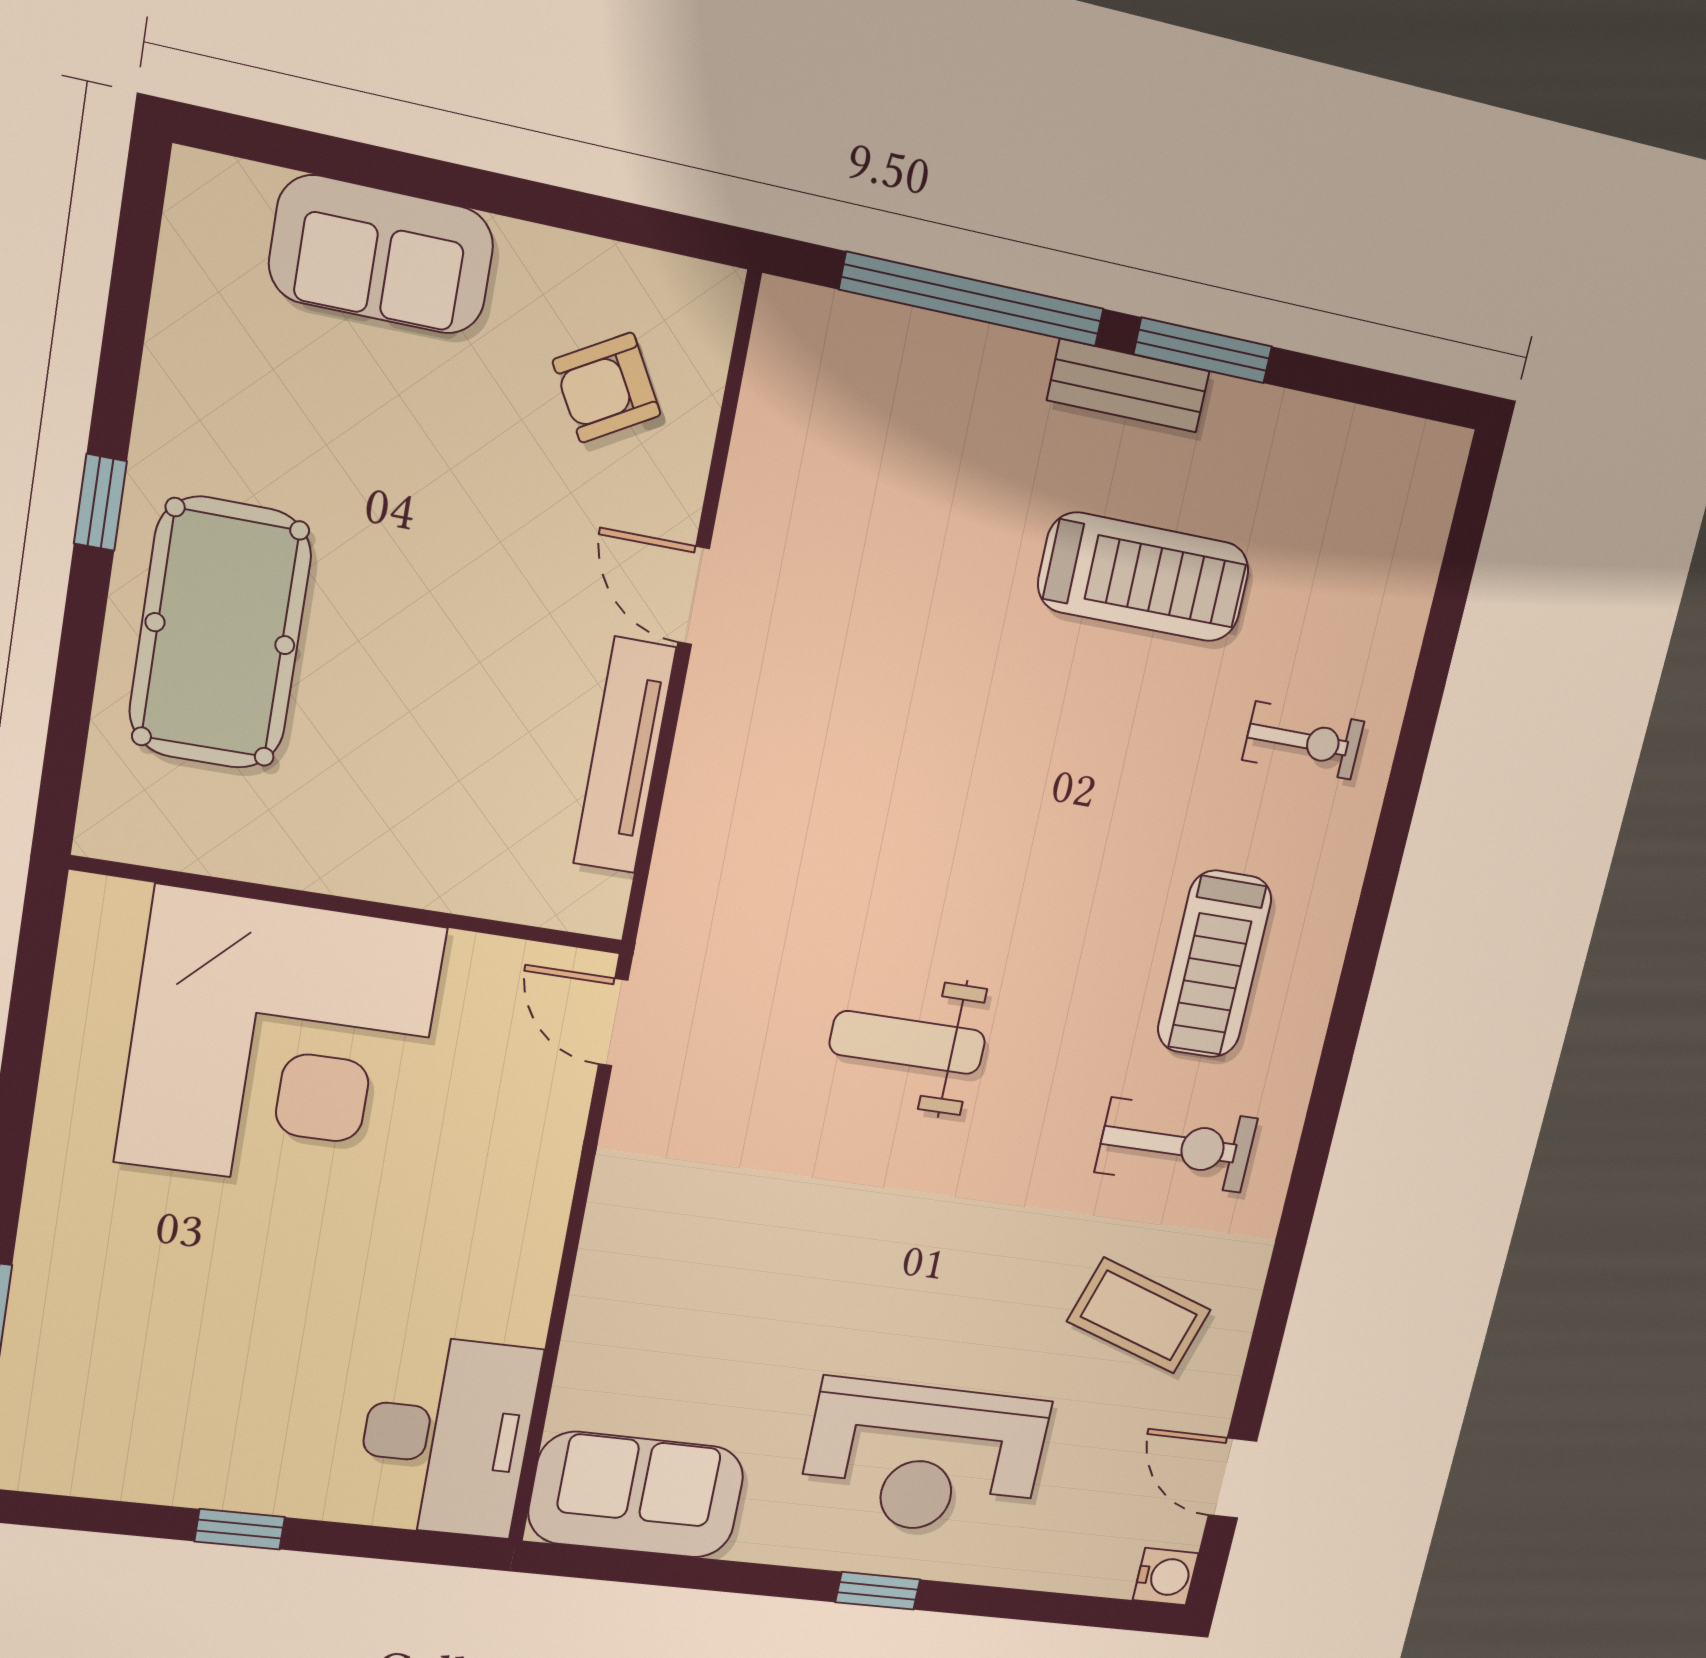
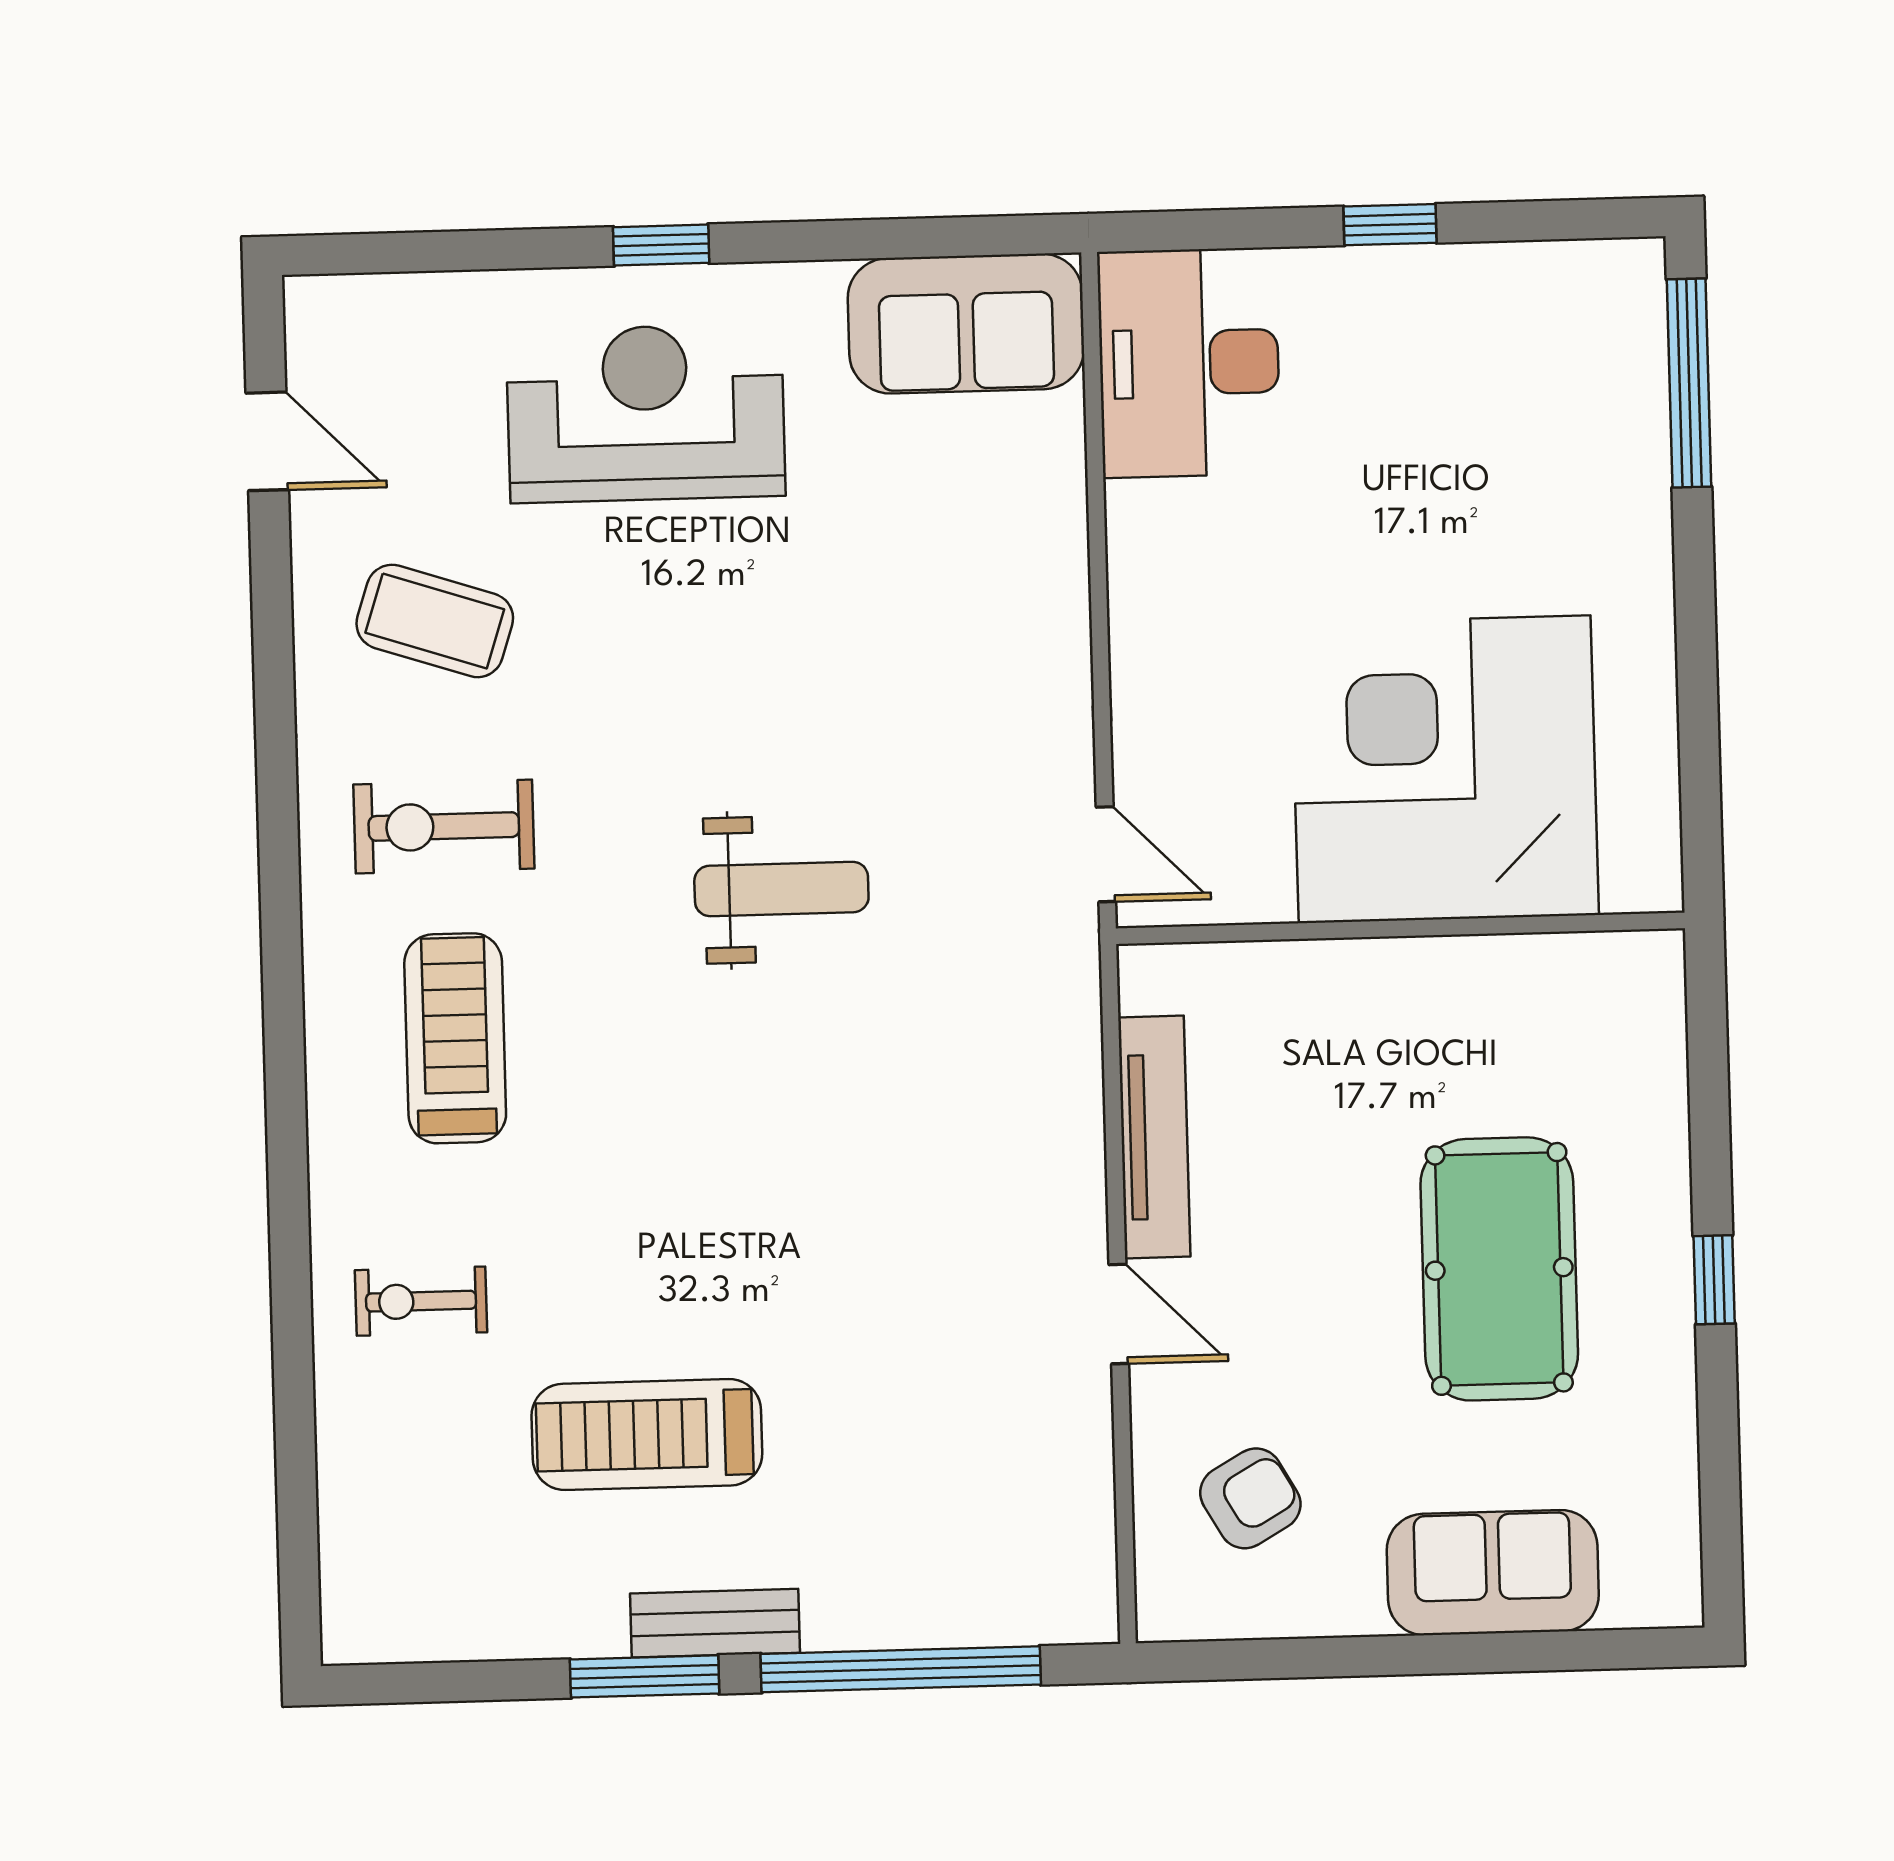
pool table: (220, 634) -> (1499, 1269), moved
water cooler: (1166, 1577) -> (317, 308), removed

